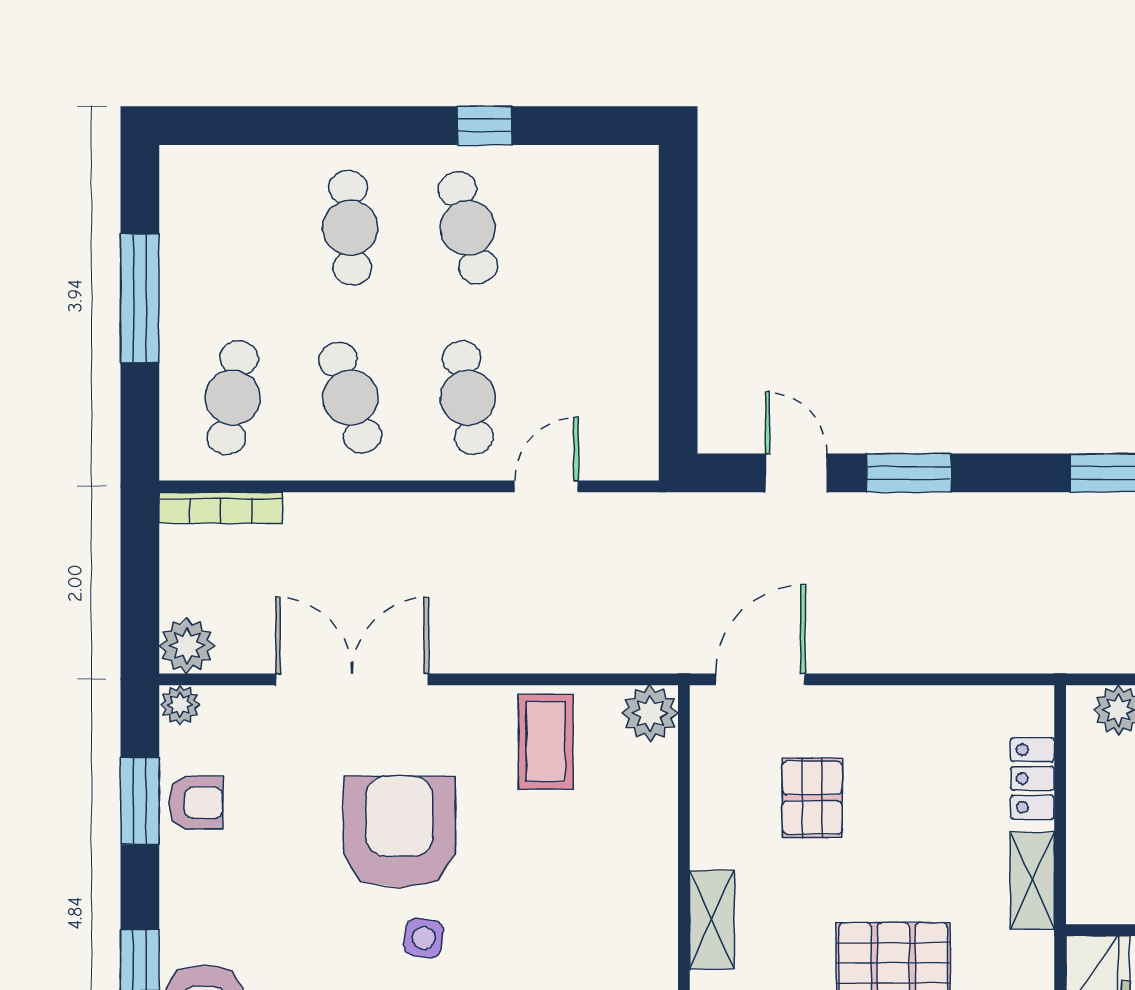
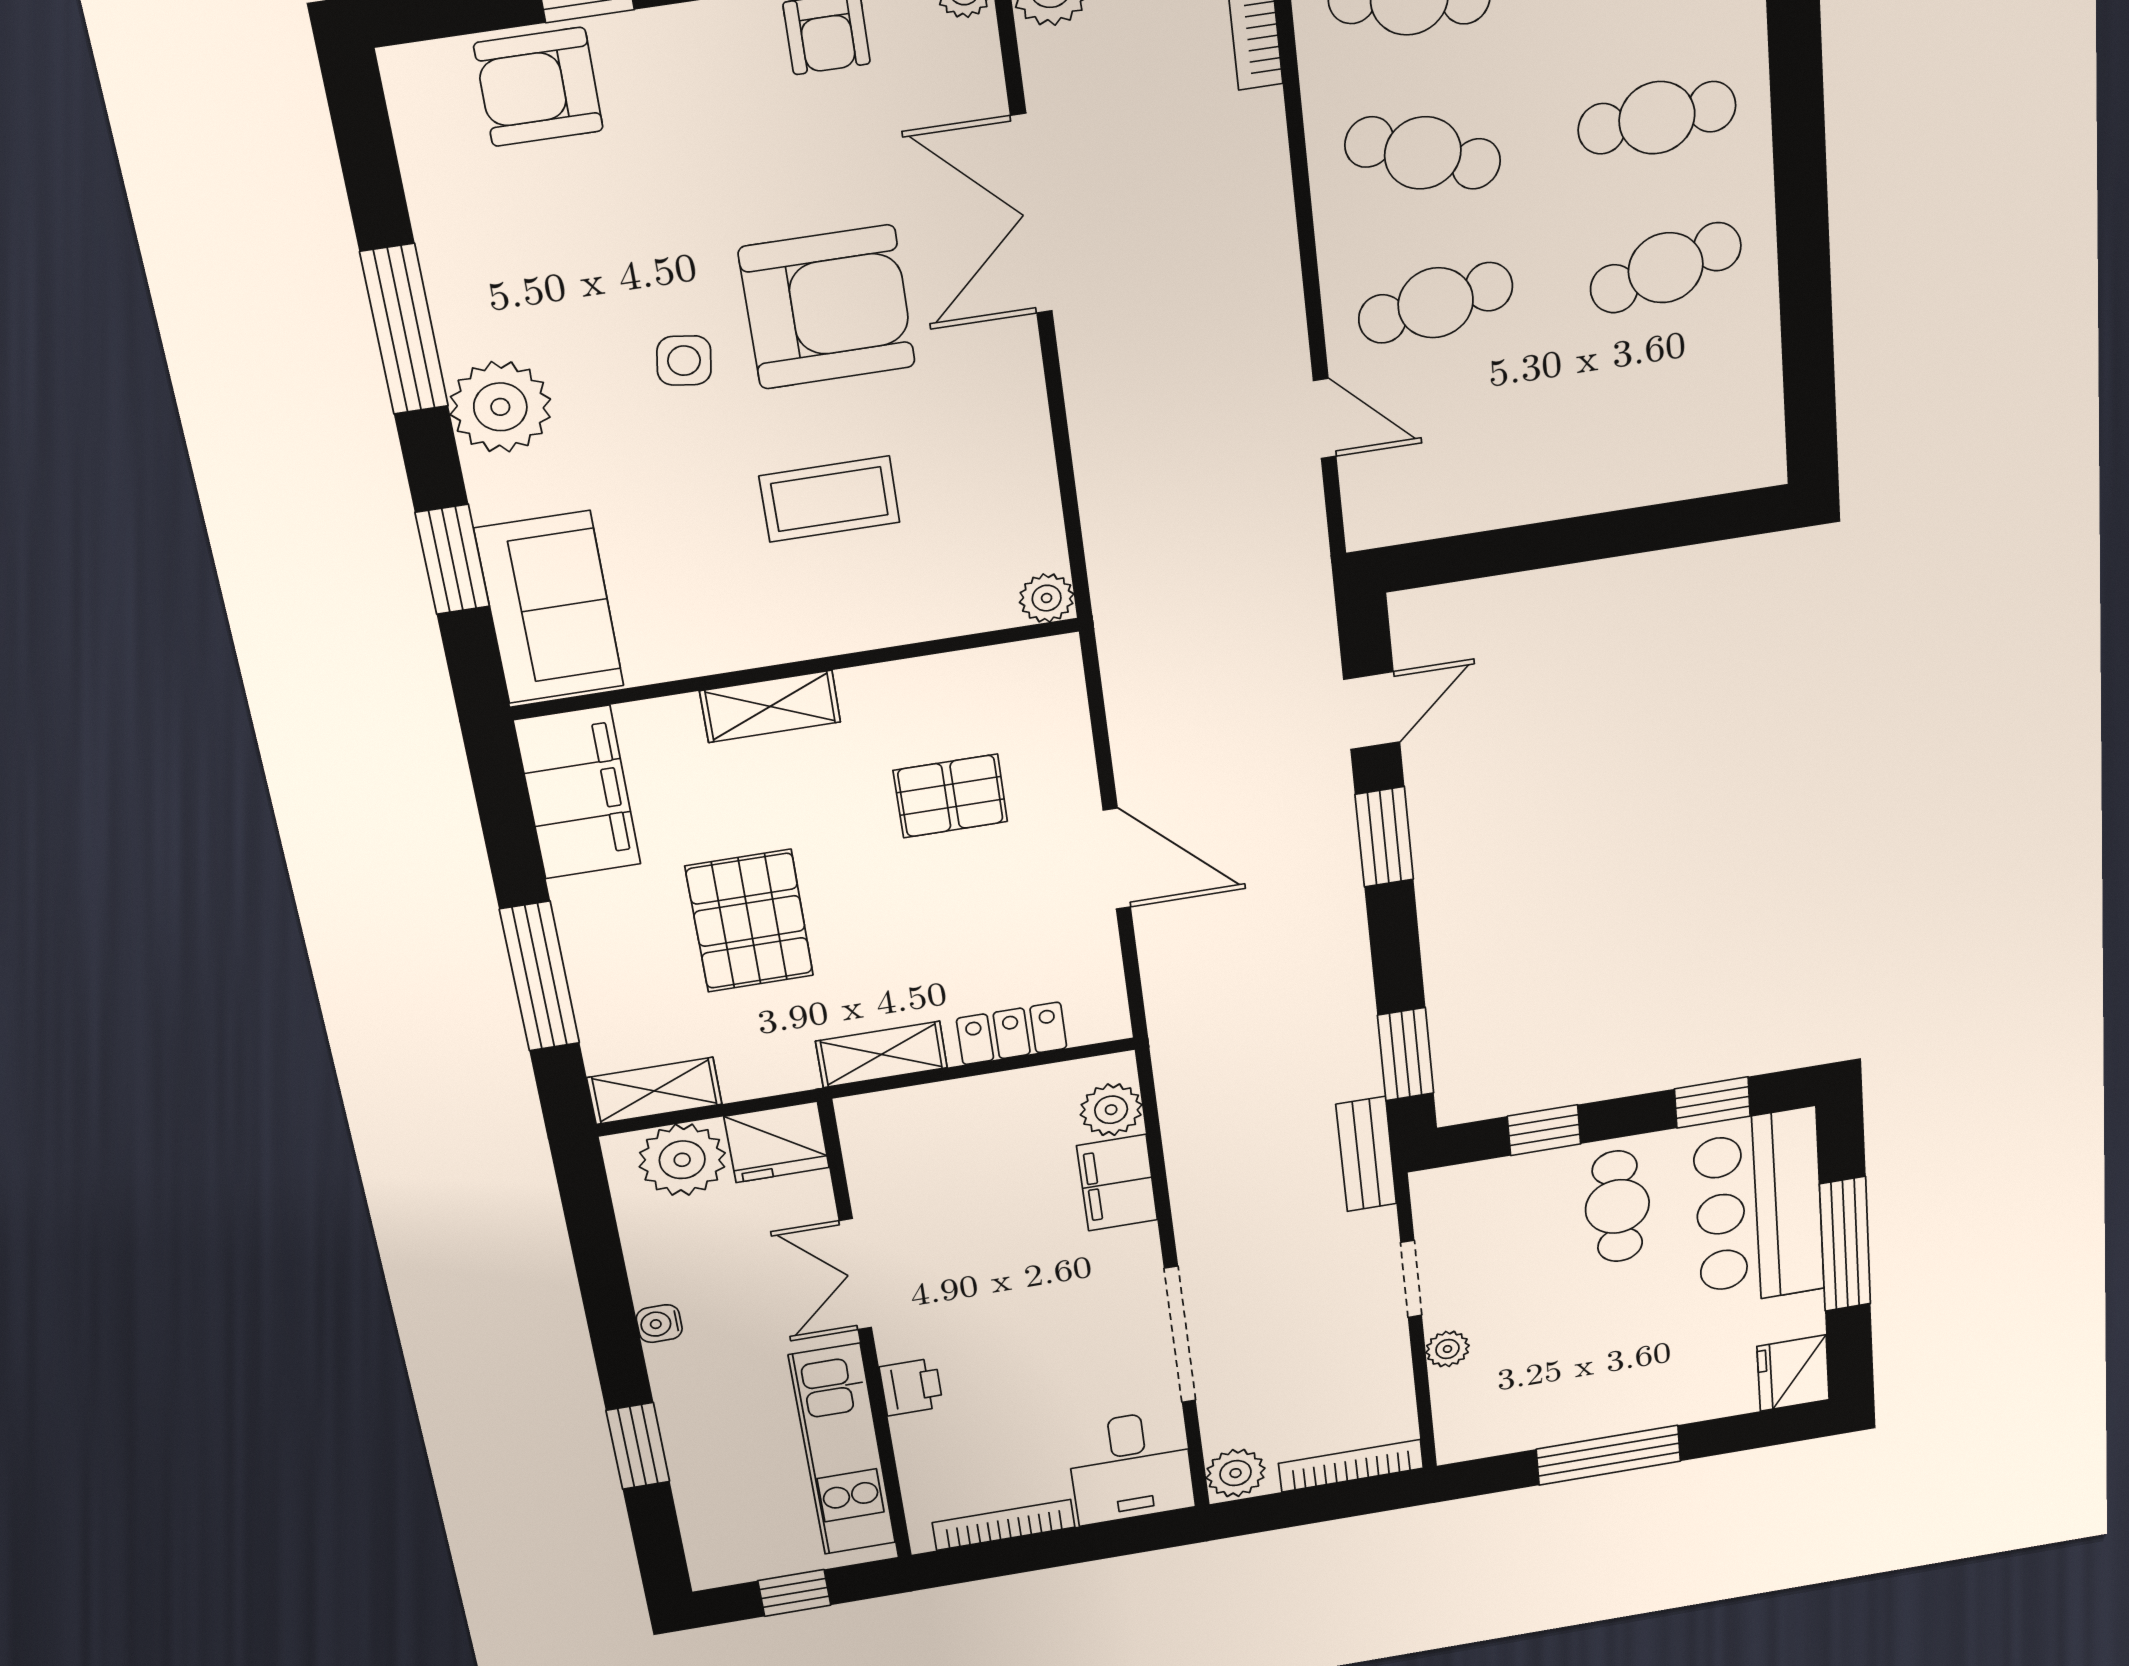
window: (485, 126) -> (1804, 268), removed
cafe table: (350, 398) -> (1423, 153), turned 39
double door: (352, 679) -> (1031, 214), swing flipped
door: (760, 679) -> (1117, 859), moved
plant: (650, 713) -> (1047, 598), width x0.73, depth x0.73
coffee table: (546, 742) -> (829, 499), moved

